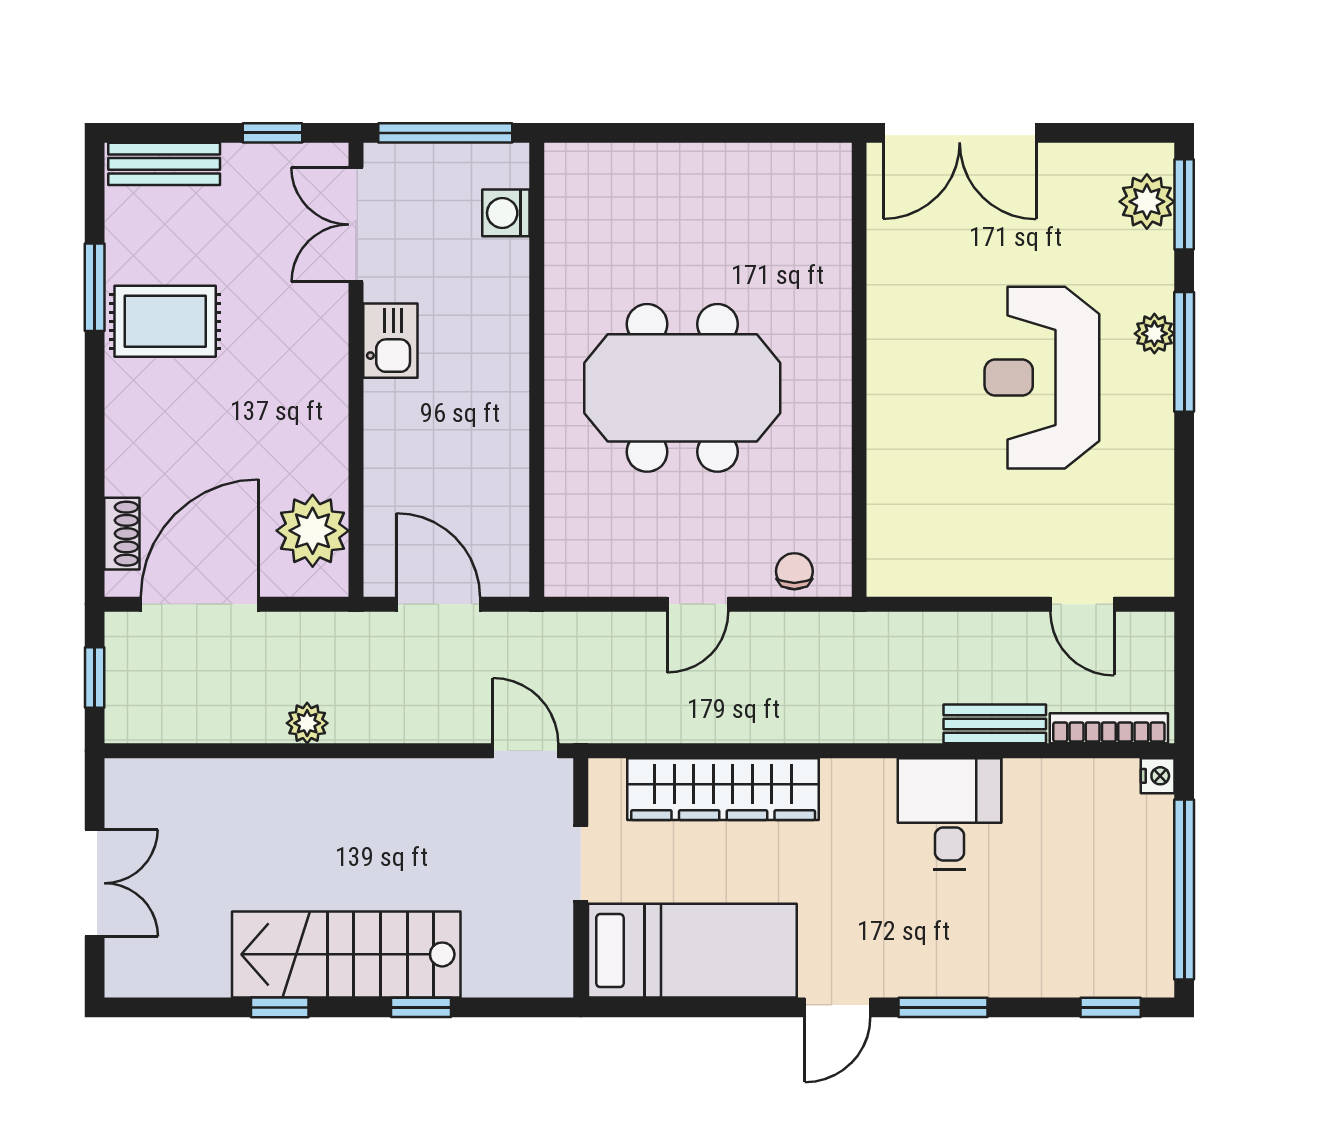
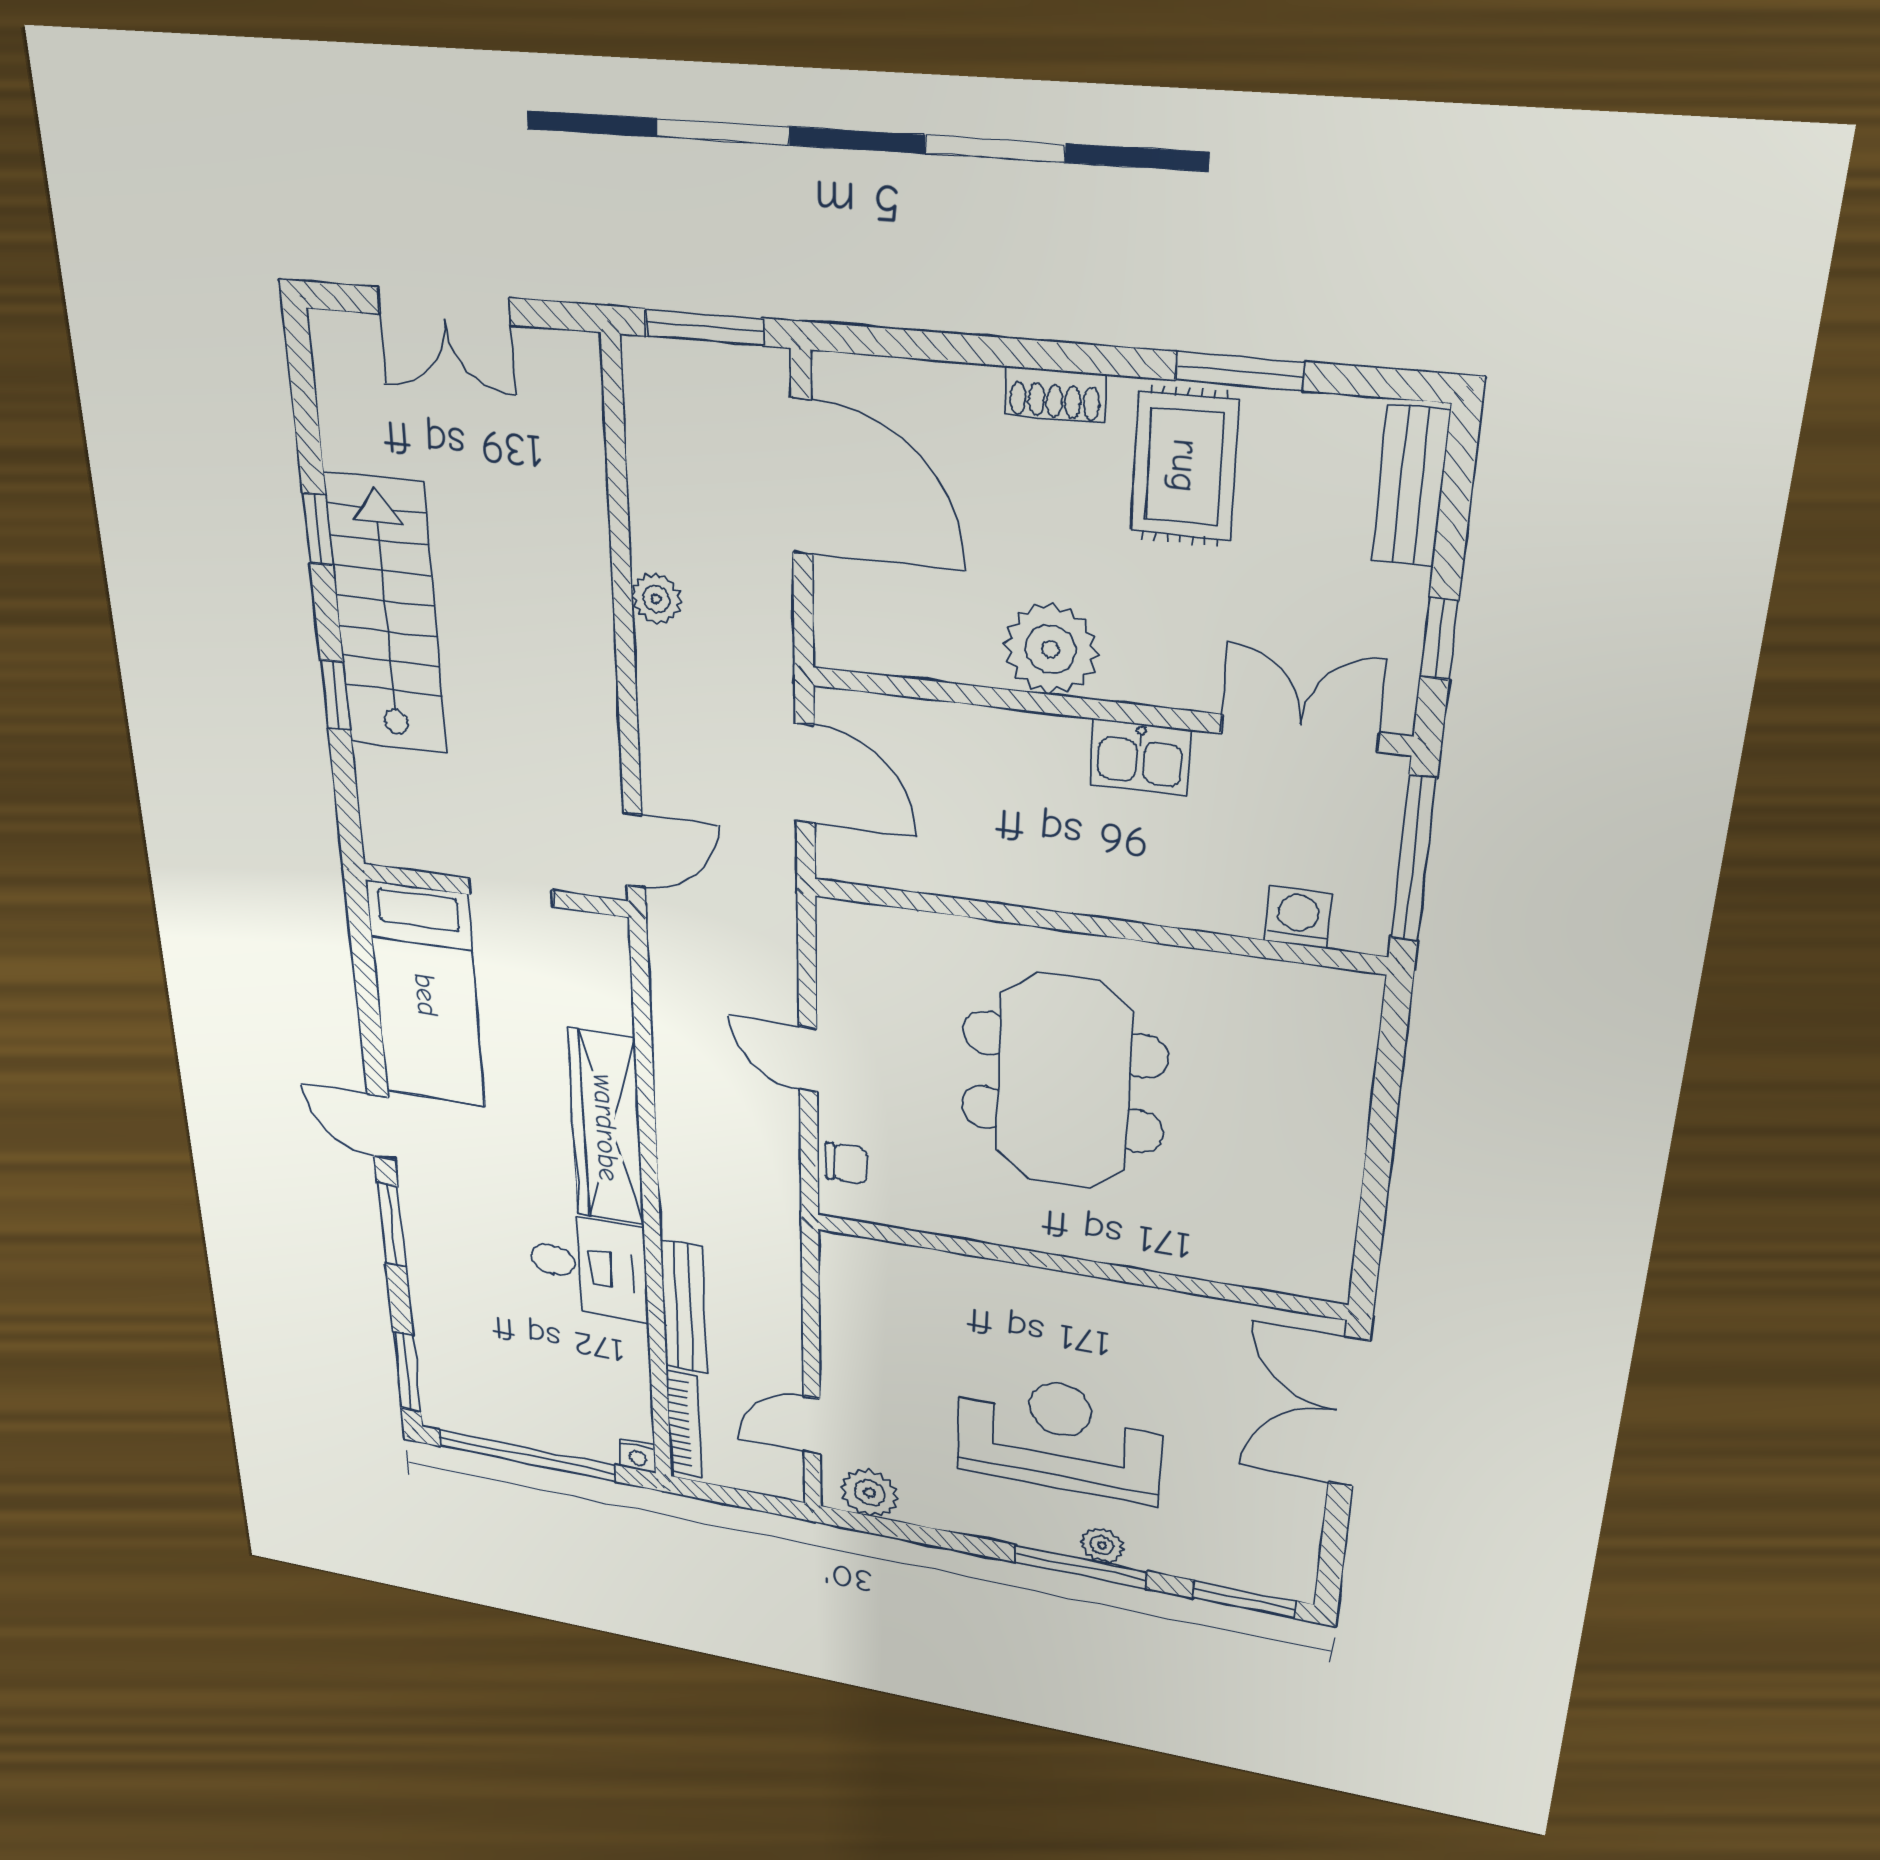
plant: (1147, 202) -> (870, 1493), moved
plant: (313, 531) -> (1051, 649), moved
shoe rack: (122, 534) -> (1055, 395), moved
door: (438, 604) -> (805, 773), hinge flipped
window: (95, 677) -> (704, 327), width x1.50
bench: (995, 724) -> (684, 1307), width x1.36
wardrobe: (723, 789) -> (606, 1128), moved
window: (1111, 1007) -> (407, 1372), width x1.50

